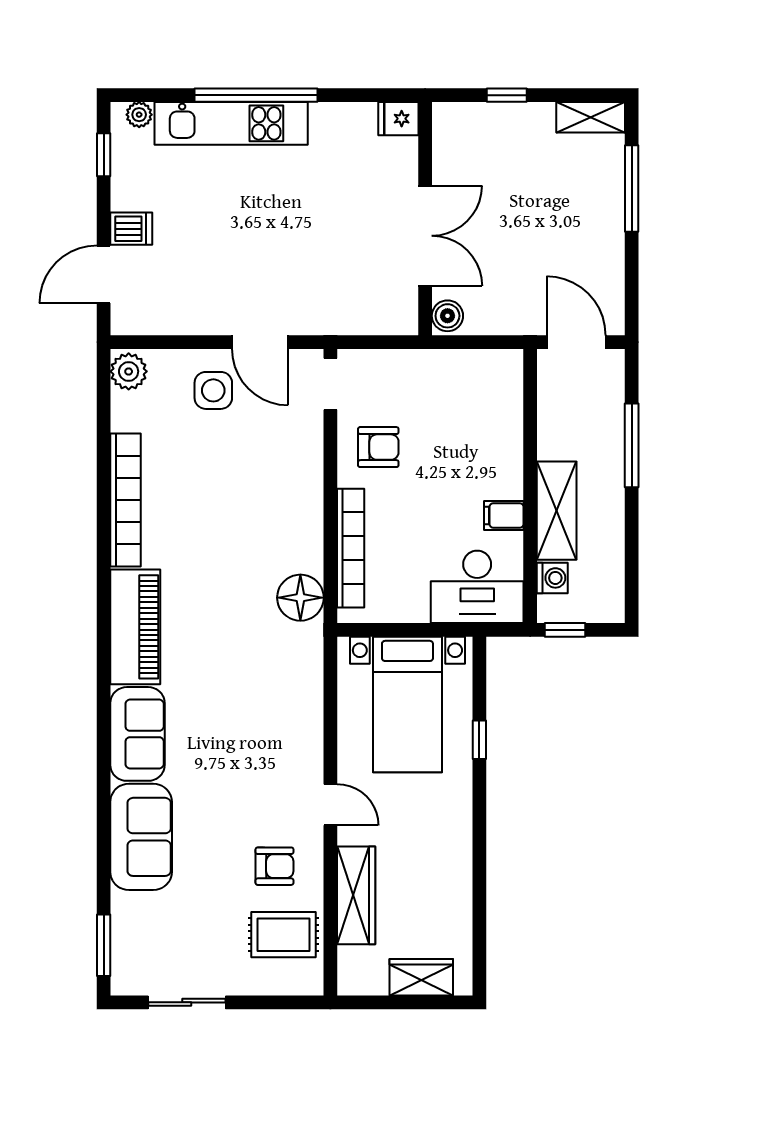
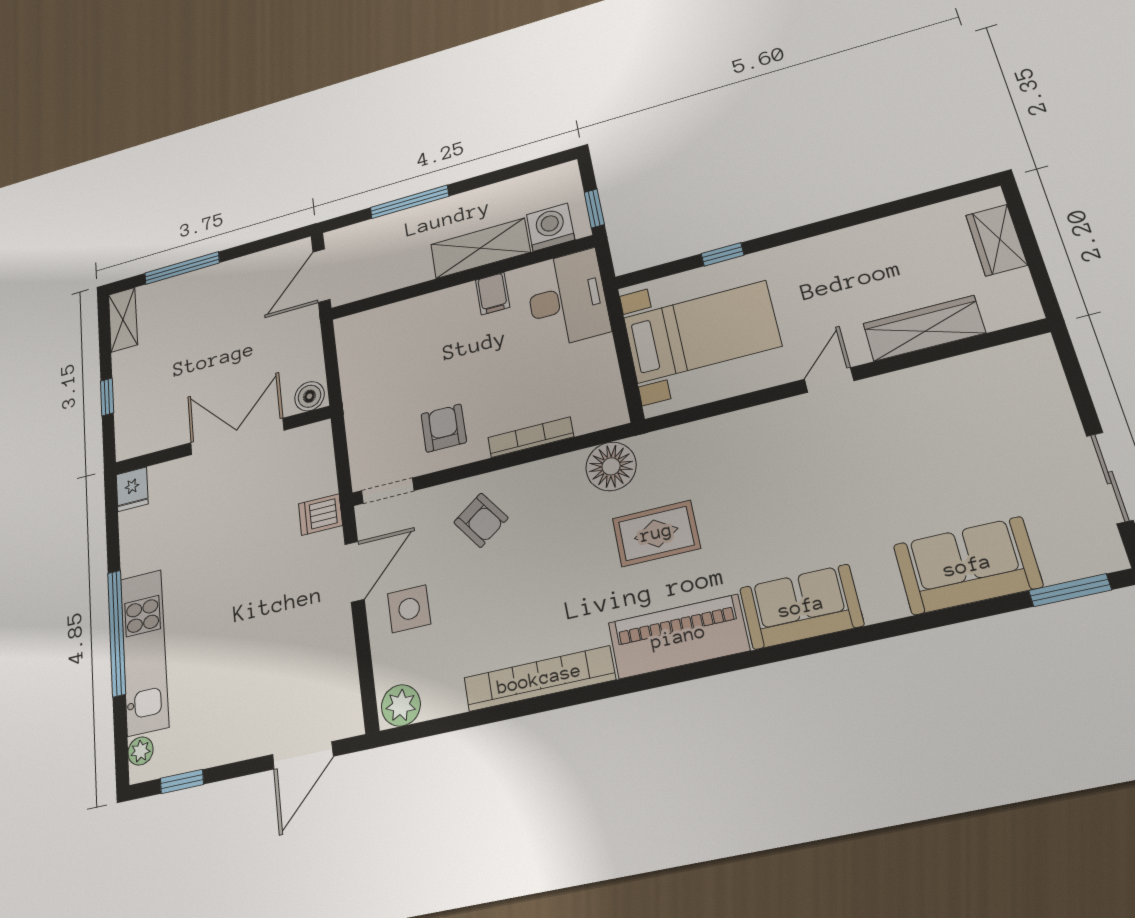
dishwasher: (131, 229) -> (320, 515), moved, turned -90
door: (104, 274) -> (303, 755), hinge flipped
bookcase: (351, 548) -> (531, 437), width x0.68, depth x0.76
washing machine: (552, 578) -> (550, 227), width x1.38, depth x1.38
sofa: (141, 837) -> (967, 566), moved
armchair: (275, 866) -> (481, 520), moved, turned 144
rug: (284, 935) -> (656, 533), moved, turned 90

